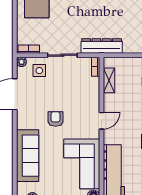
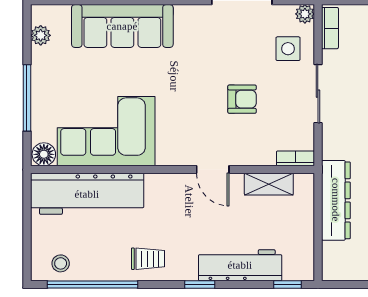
dresser: (102, 46) -> (336, 200), moved
armchair: (56, 119) -> (242, 99), moved
door: (101, 121) -> (213, 170), moved

